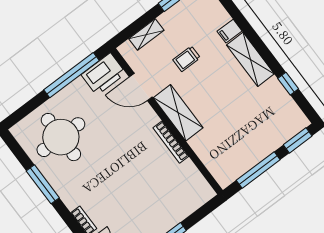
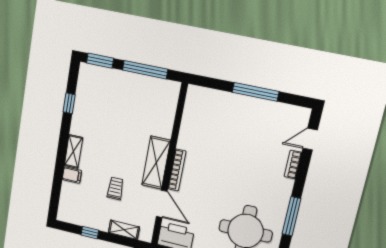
trolley: (187, 59) -> (115, 189), turned -90
shelving: (250, 59) -> (73, 151), width x0.67, depth x0.75
bookcase: (171, 142) -> (177, 170), moved

